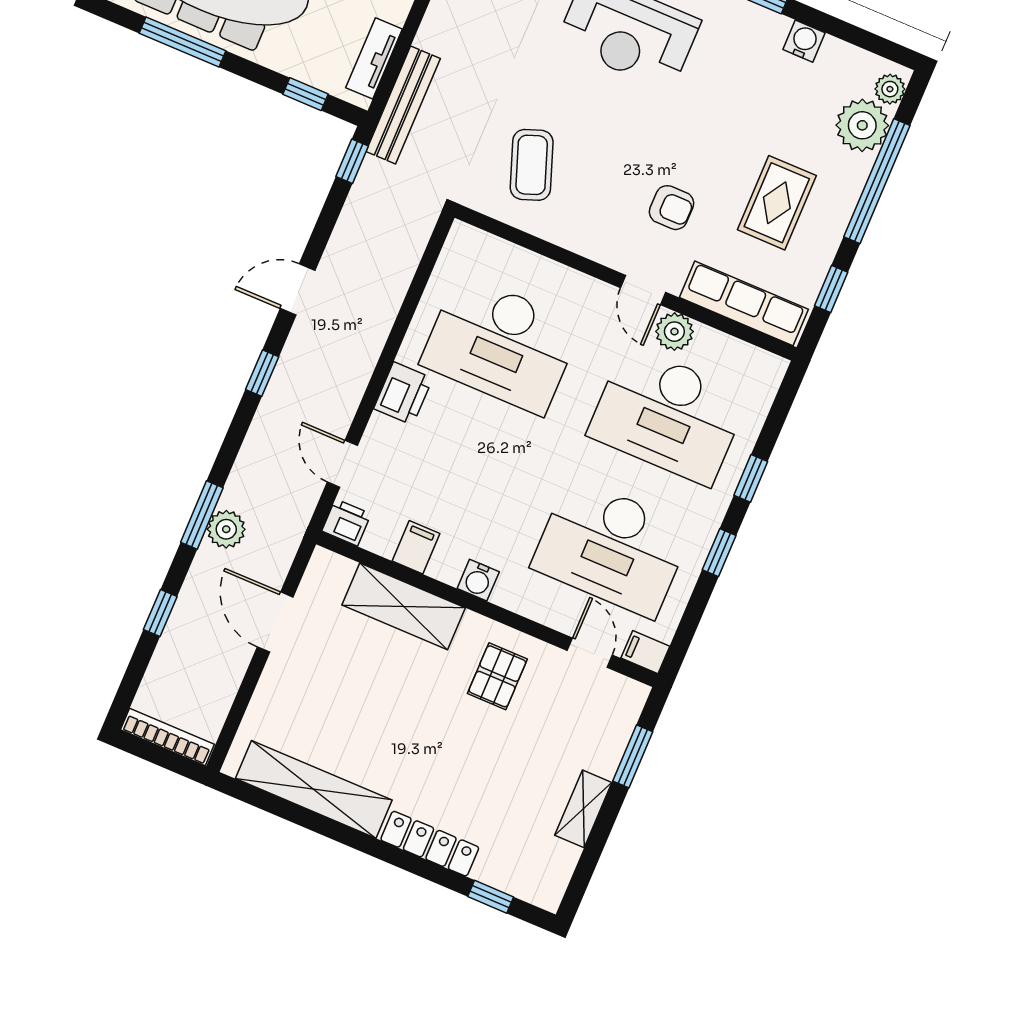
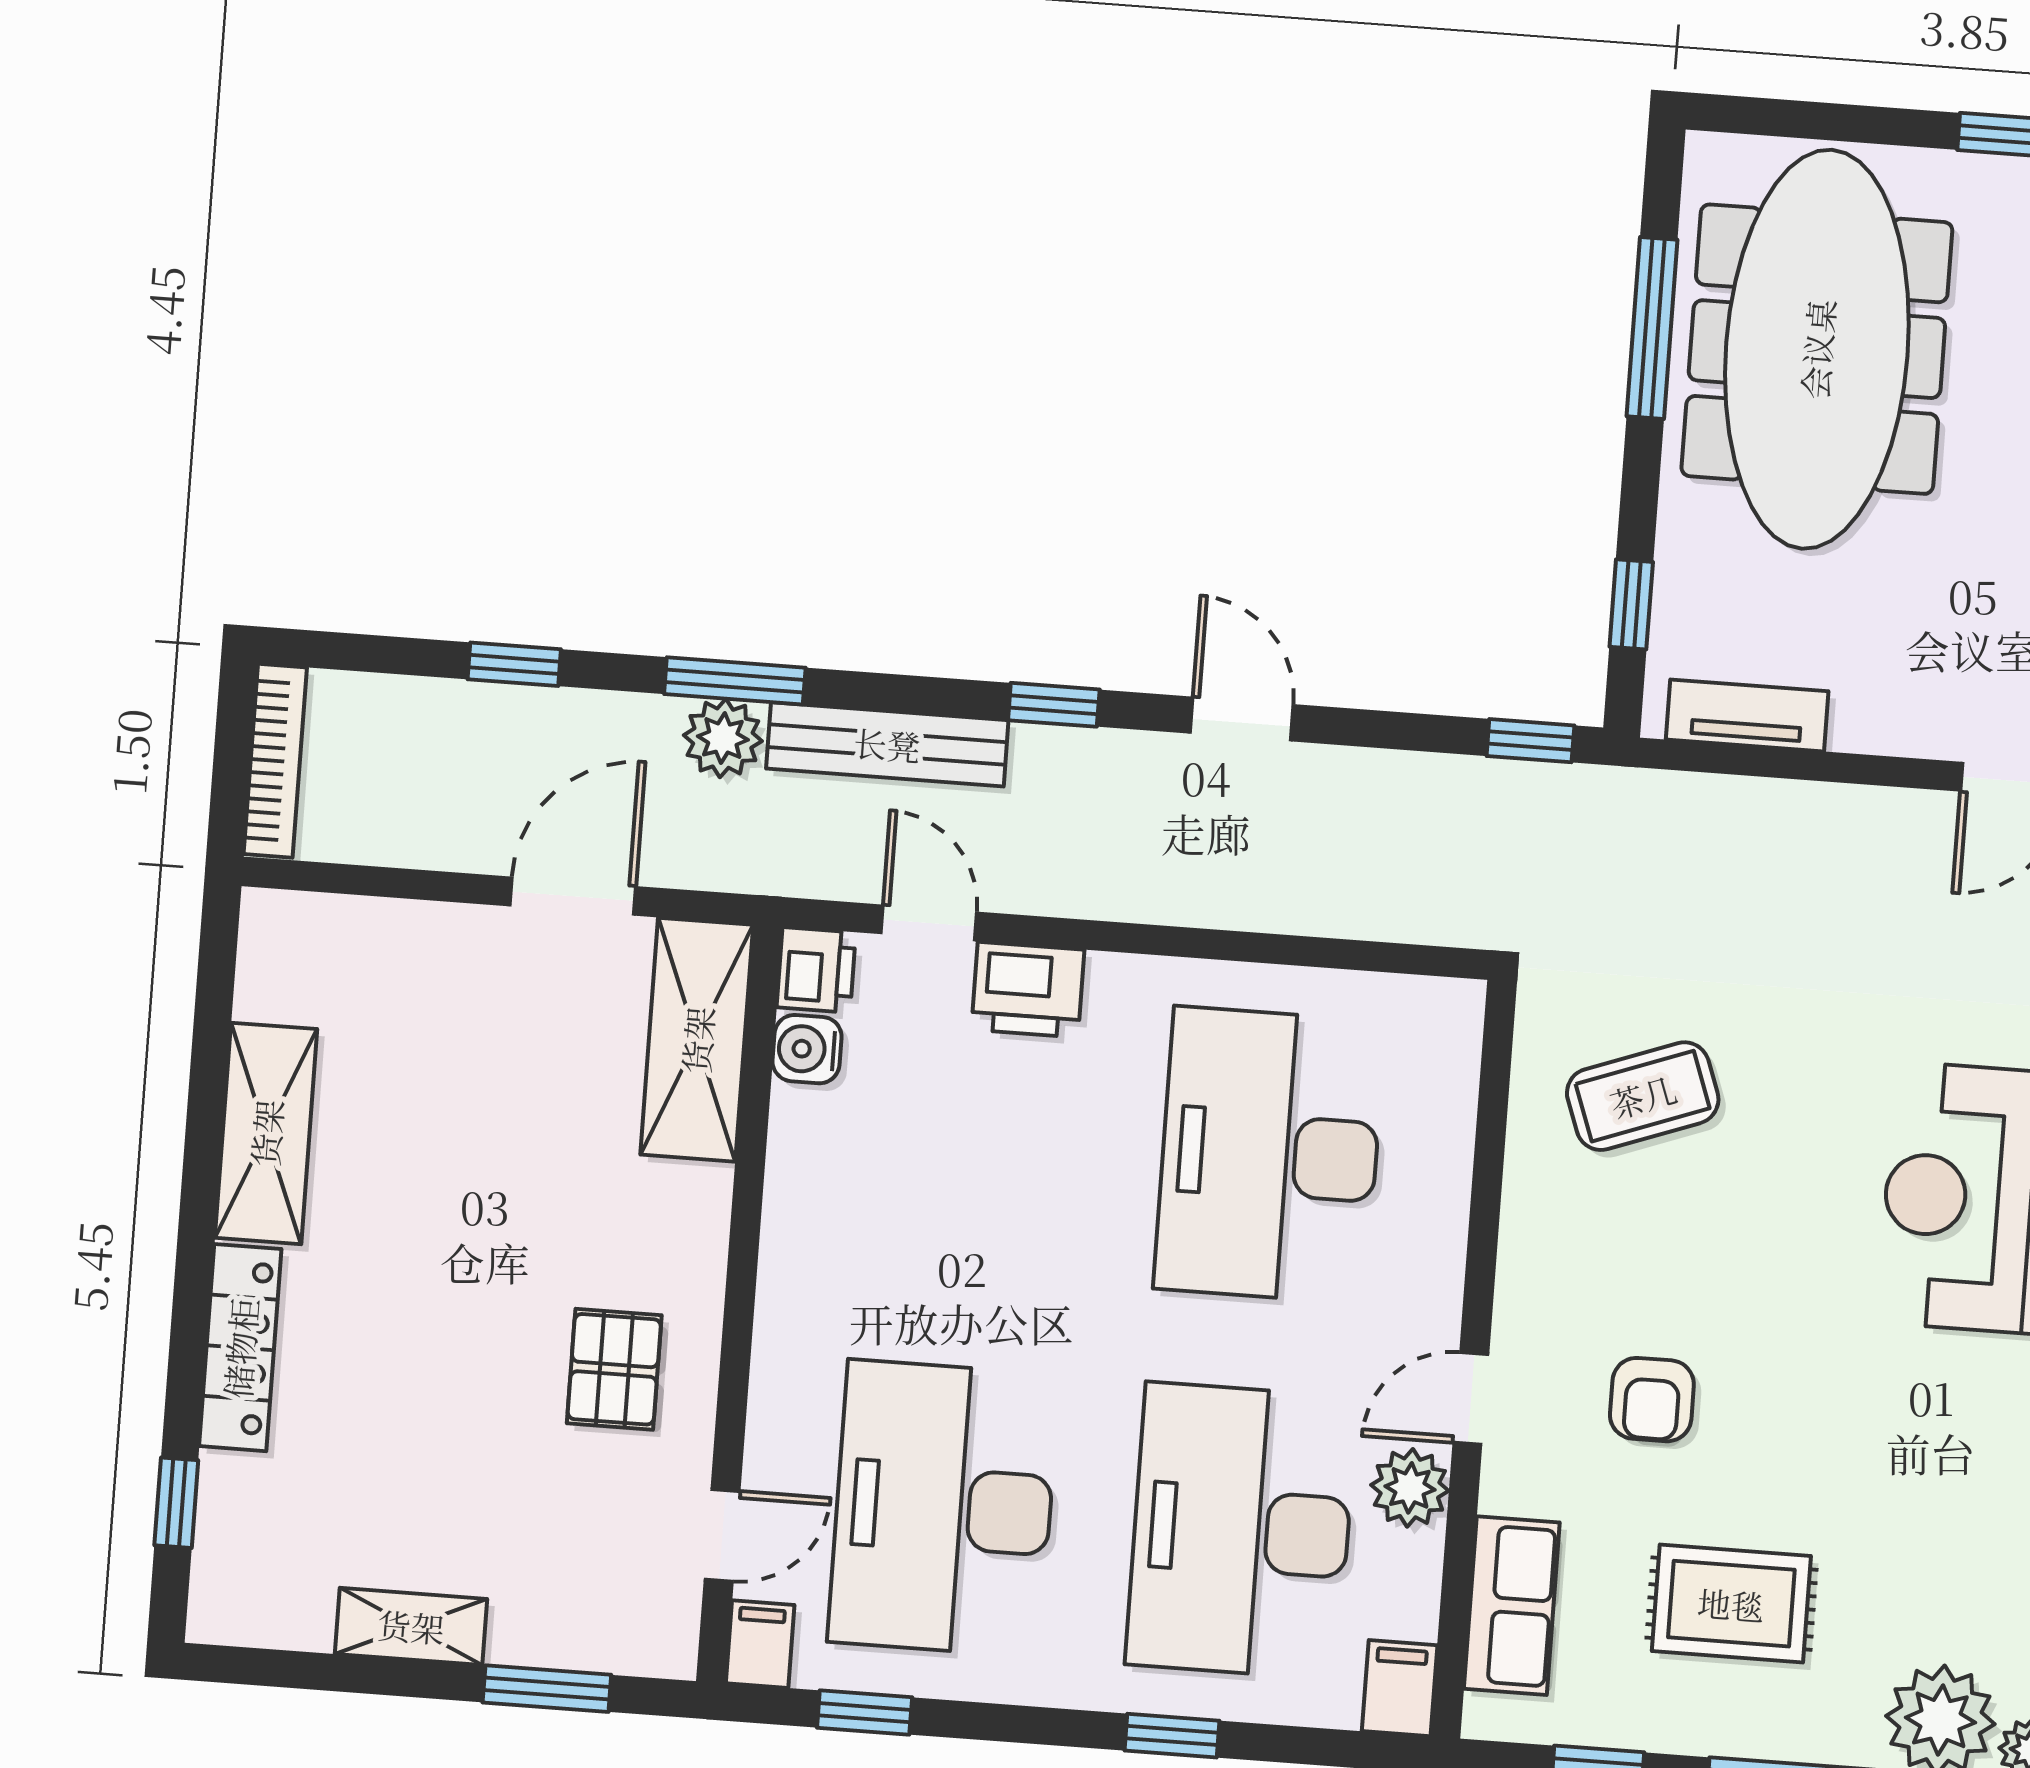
bench: (403, 105) -> (887, 744), moved
row of seats: (744, 303) -> (1512, 1606), width x0.68
printer: (403, 393) -> (1028, 990), moved
door: (342, 464) -> (929, 923), hinge flipped
filing cabinet: (416, 547) -> (1400, 1688), moved, turned -90
window: (719, 553) -> (865, 1712), moved
water cooler: (478, 580) -> (807, 1049), moved
shelving: (404, 606) -> (697, 1040), moved
pallet: (497, 676) -> (614, 1369), turned 90
shelving: (314, 789) -> (266, 1133), width x0.68

